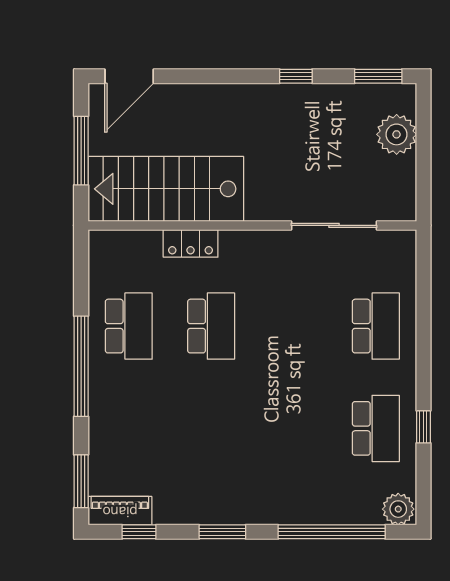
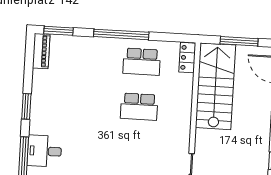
locker: (191, 243) -> (187, 58), moved
desk: (302, 494) -> (44, 151), added
window: (139, 532) -> (29, 61), removed

